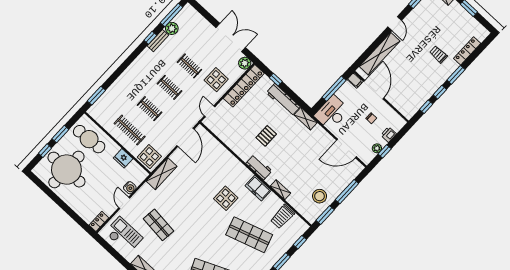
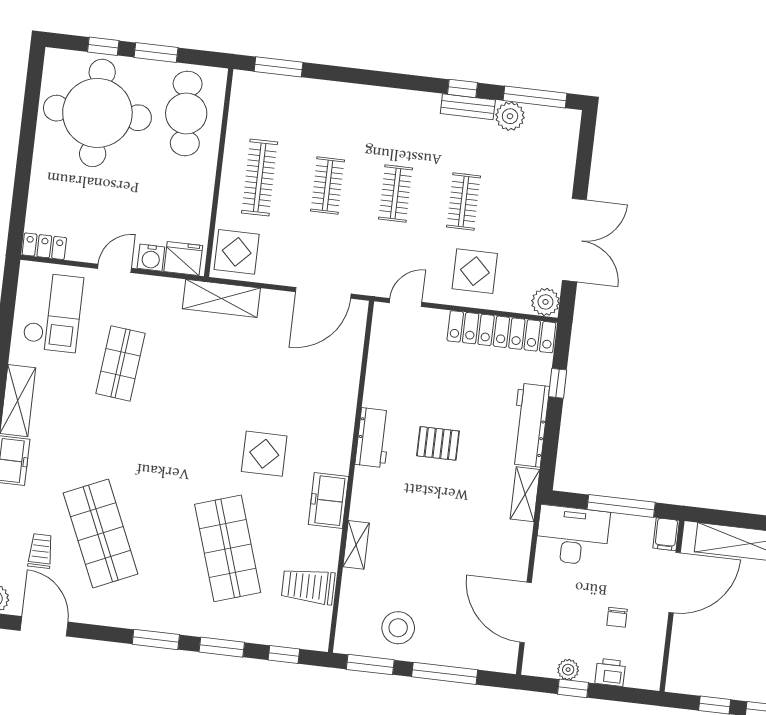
fridge: (123, 158) -> (183, 259), moved, turned 90
workbench: (259, 167) -> (373, 438), moved

